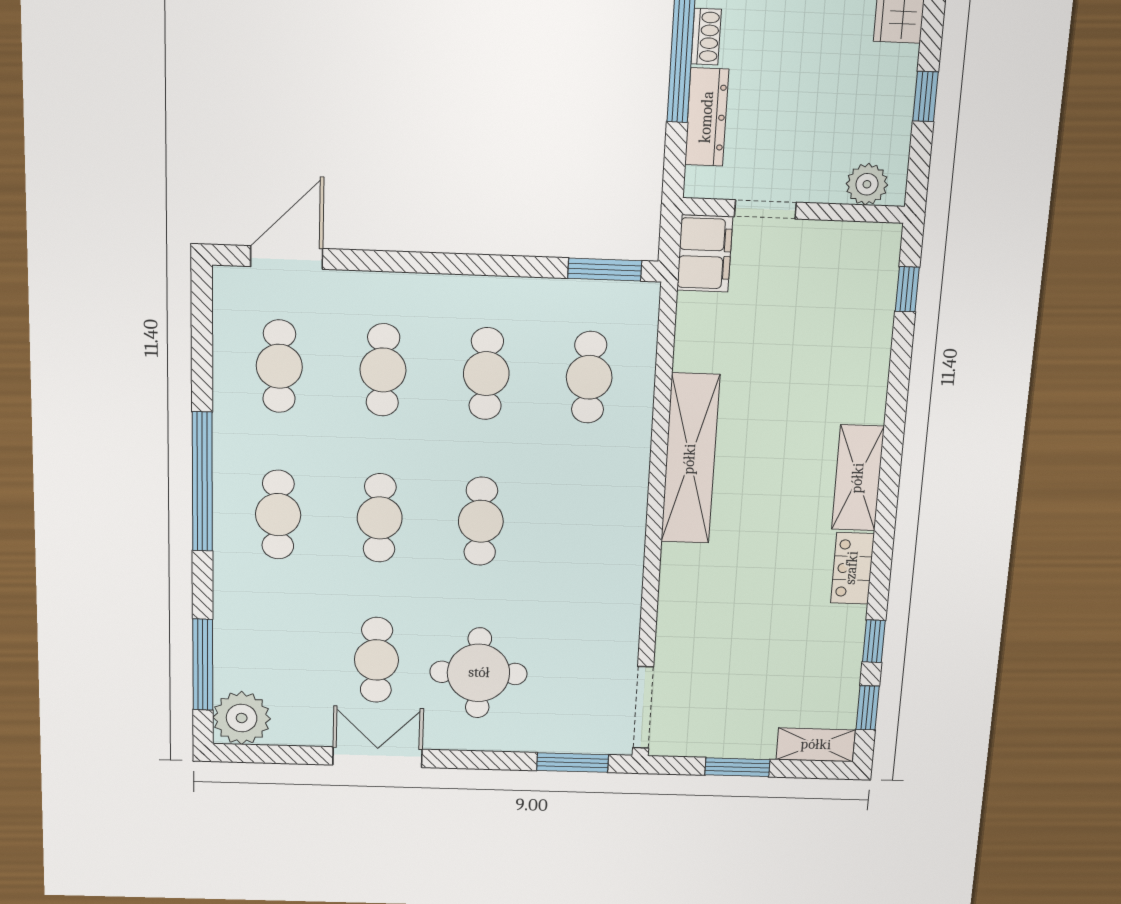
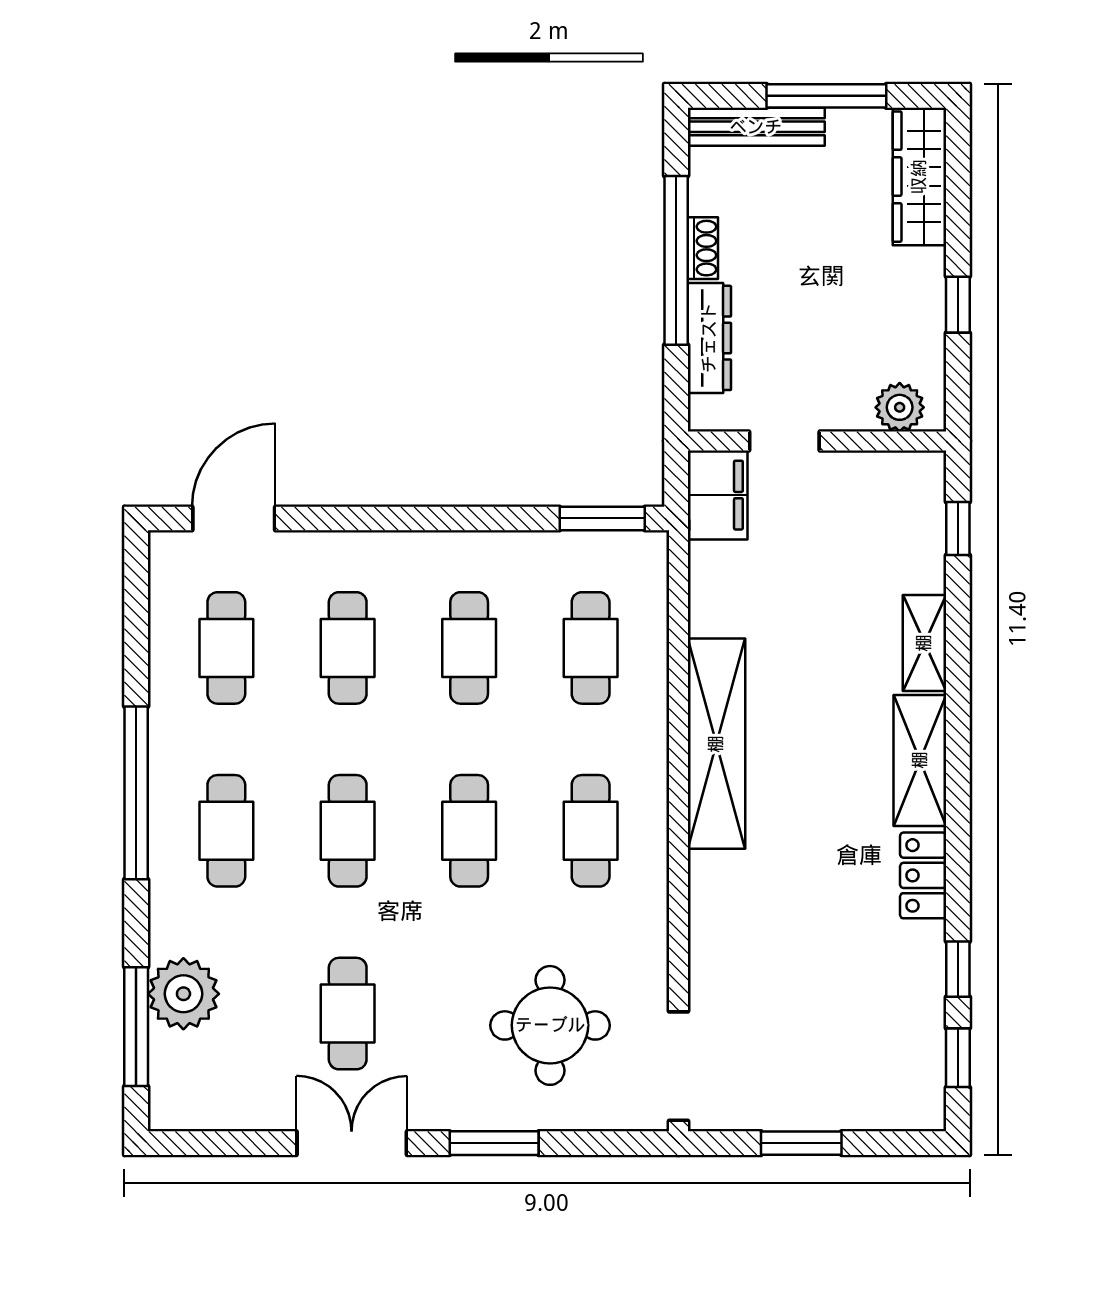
cafe table: (582, 525) -> (591, 831), added
round table: (479, 673) -> (550, 1025), moved
plant: (242, 718) -> (183, 994), moved
shelving: (816, 745) -> (924, 643), moved, turned 90
window: (573, 763) -> (494, 1143), moved

